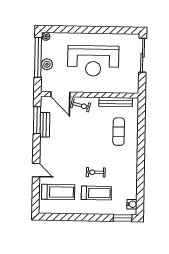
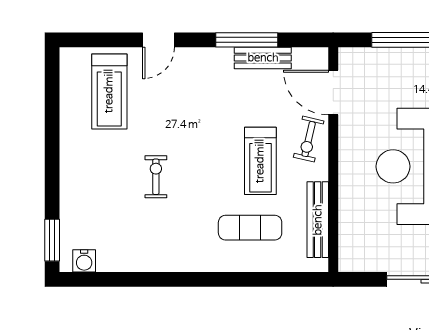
plant: (47, 64) -> (401, 61), removed
door: (60, 94) -> (333, 93), hinge flipped
window: (37, 120) -> (247, 40), moved
treadmill: (96, 193) -> (260, 161), moved

